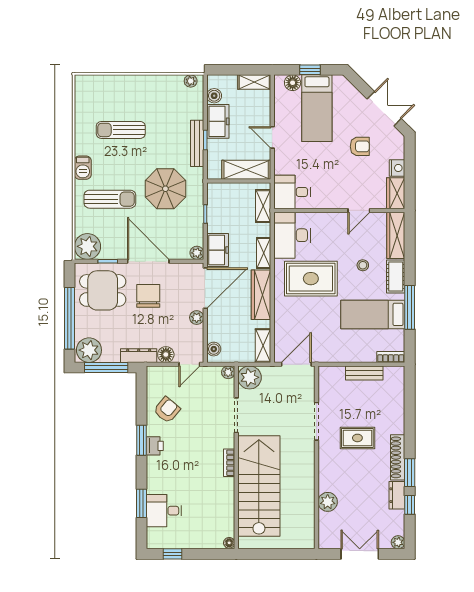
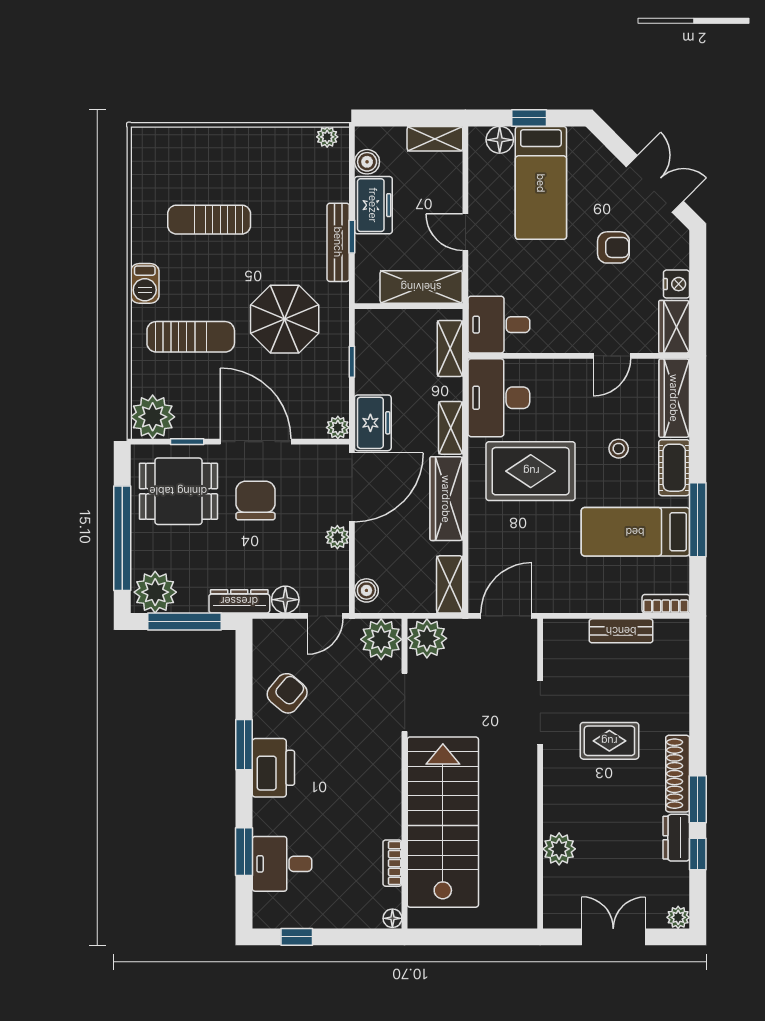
plant: (228, 372) -> (381, 639), width x1.88, depth x1.88
printer: (155, 446) -> (273, 768), width x1.87, depth x1.48
bookcase: (229, 463) -> (392, 863), moved

